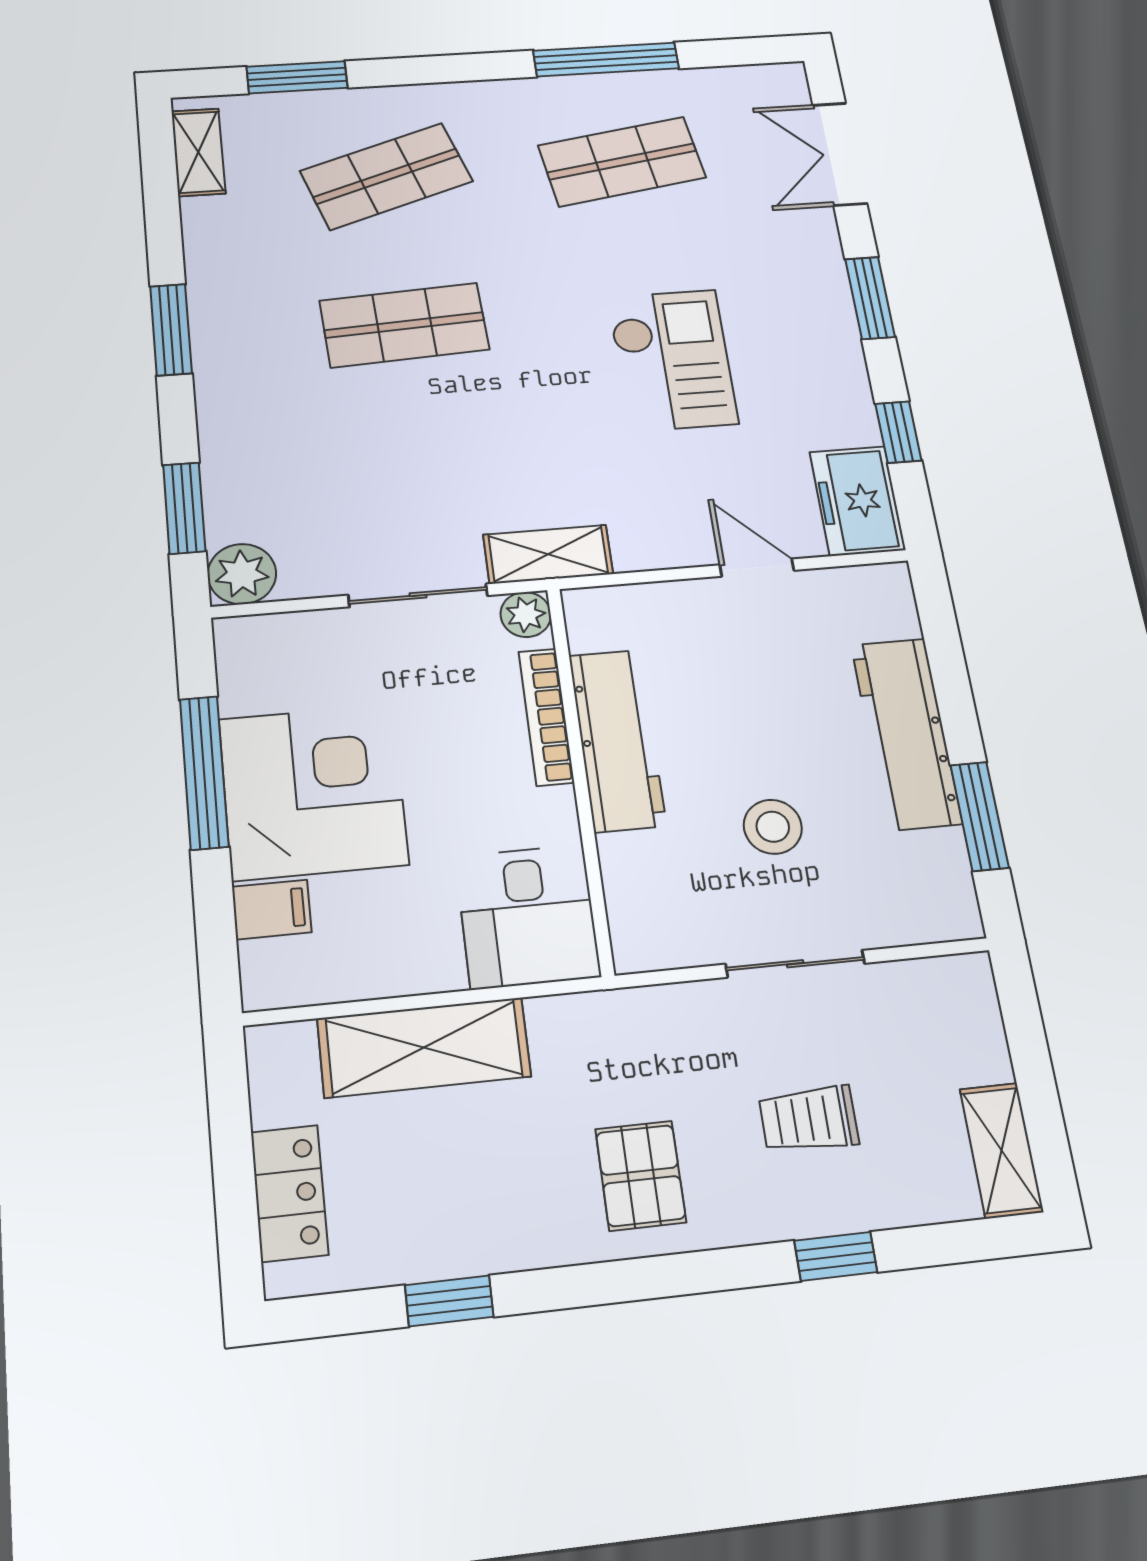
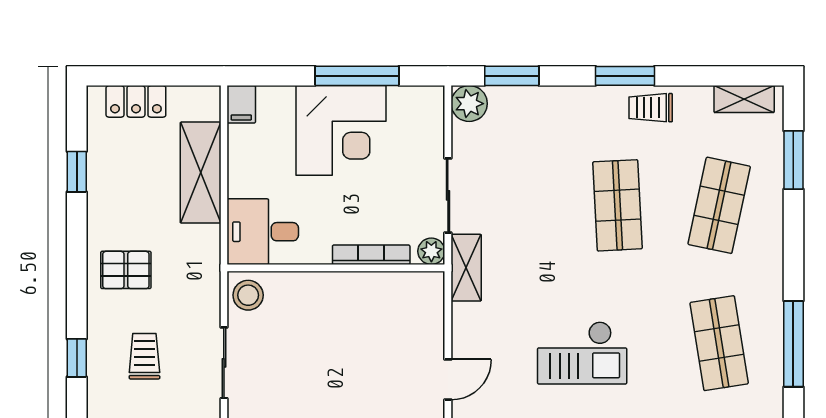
shop shelf: (386, 176) -> (719, 205), turned 30
trolley: (225, 287) -> (651, 108), added
workbench: (617, 740) -> (354, 290), removed
stool: (773, 827) -> (248, 295), moved
filing cabinet: (272, 909) -> (241, 104), moved

